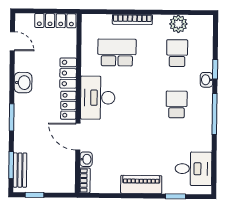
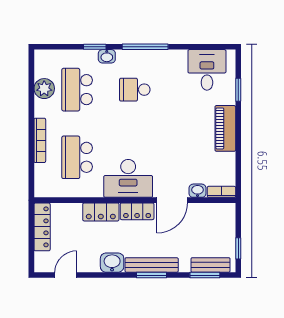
school desk: (177, 53) -> (77, 90), width x1.85
bench: (21, 118) -> (152, 265), added

